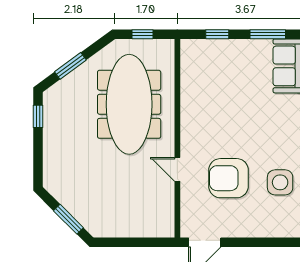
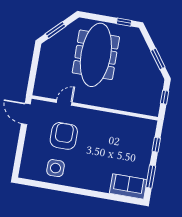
window: (70, 66) -> (158, 59), moved
meeting table: (129, 104) -> (96, 55), moved, turned 90
door: (177, 169) -> (64, 103), moved

